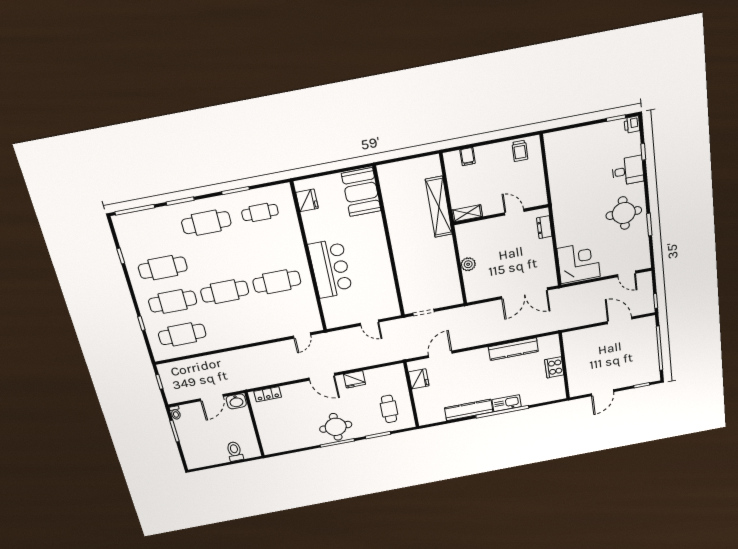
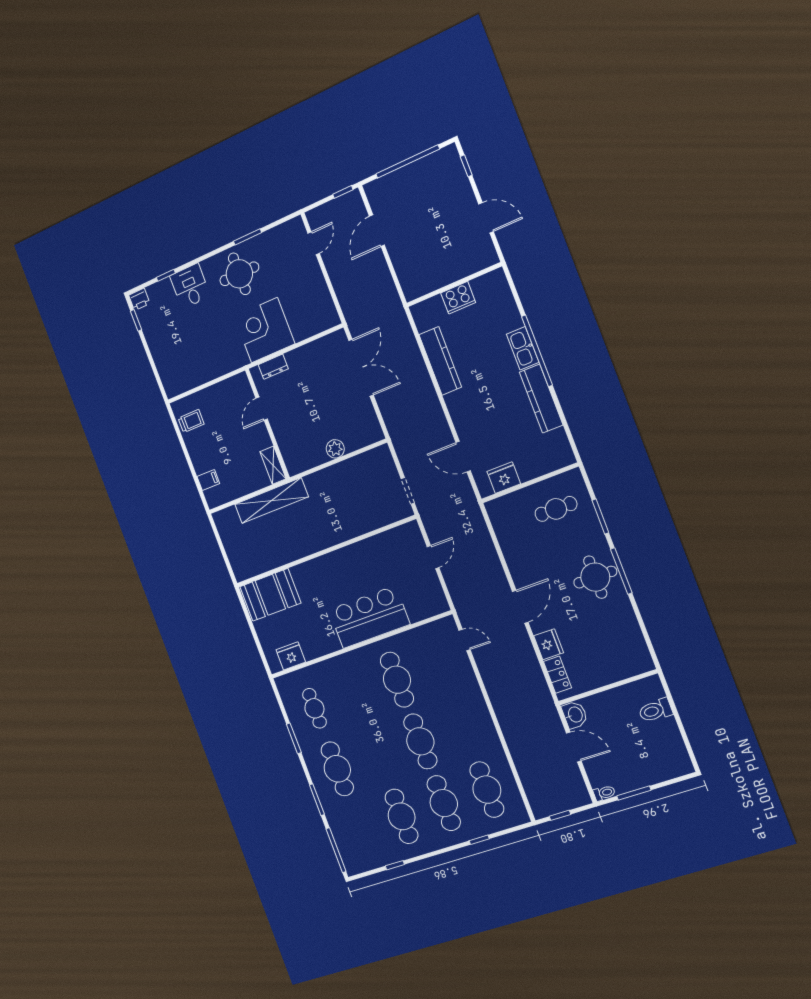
corner desk: (579, 262) -> (264, 330), moved
fridge: (355, 379) -> (549, 644), moved

